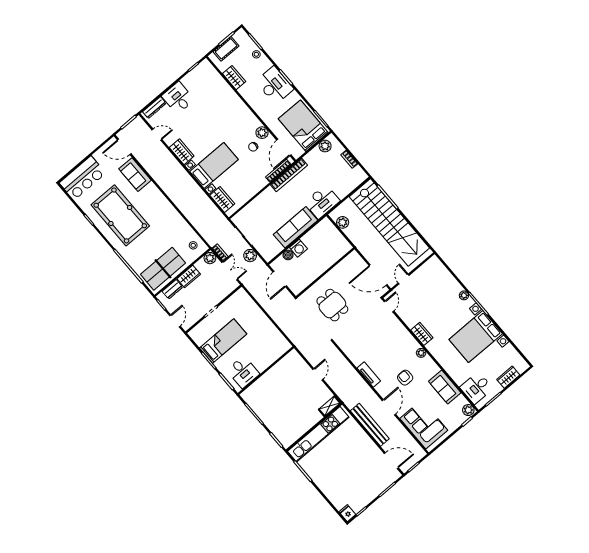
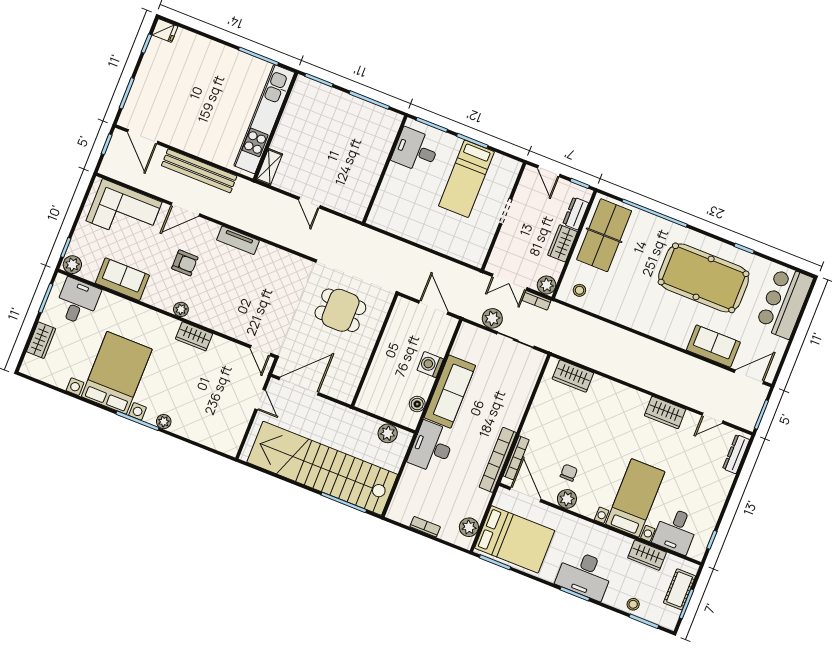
desk: (178, 98) -> (676, 531), moved, turned 90
bed with nightstands: (214, 165) -> (635, 498), moved, turned 180
boiler: (288, 255) -> (417, 404), moved
door: (389, 407) -> (185, 209), hinge flipped
door: (391, 461) -> (143, 137), hinge flipped

